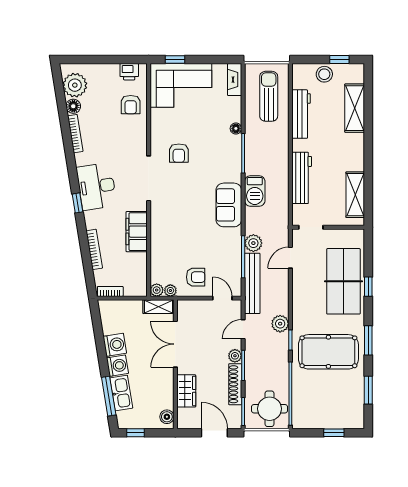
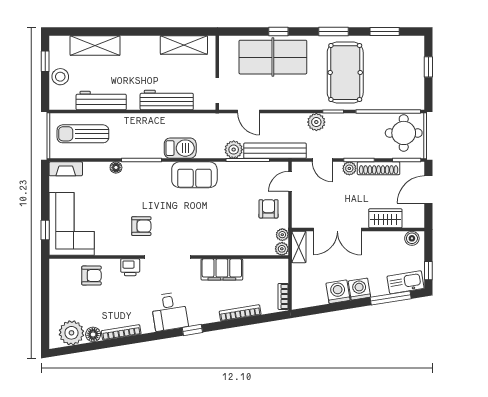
printer: (129, 72) -> (130, 267), moved, turned 90
desk: (97, 186) -> (169, 312), width x0.73
kitchen sink: (121, 393) -> (406, 282), moved

